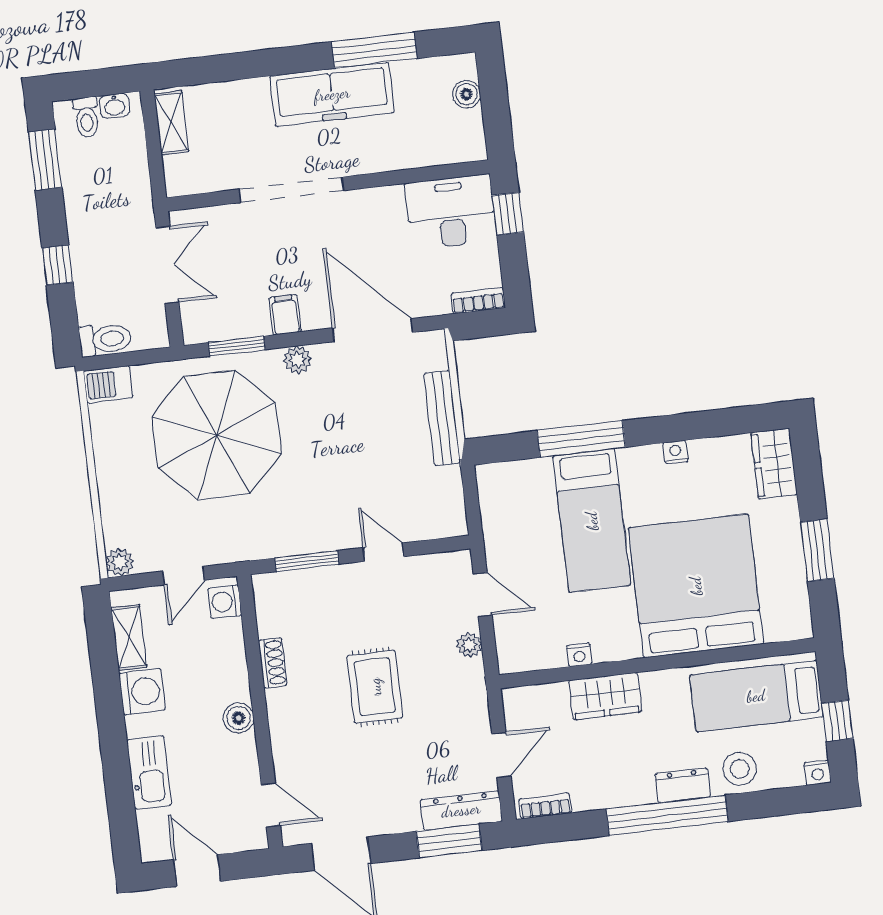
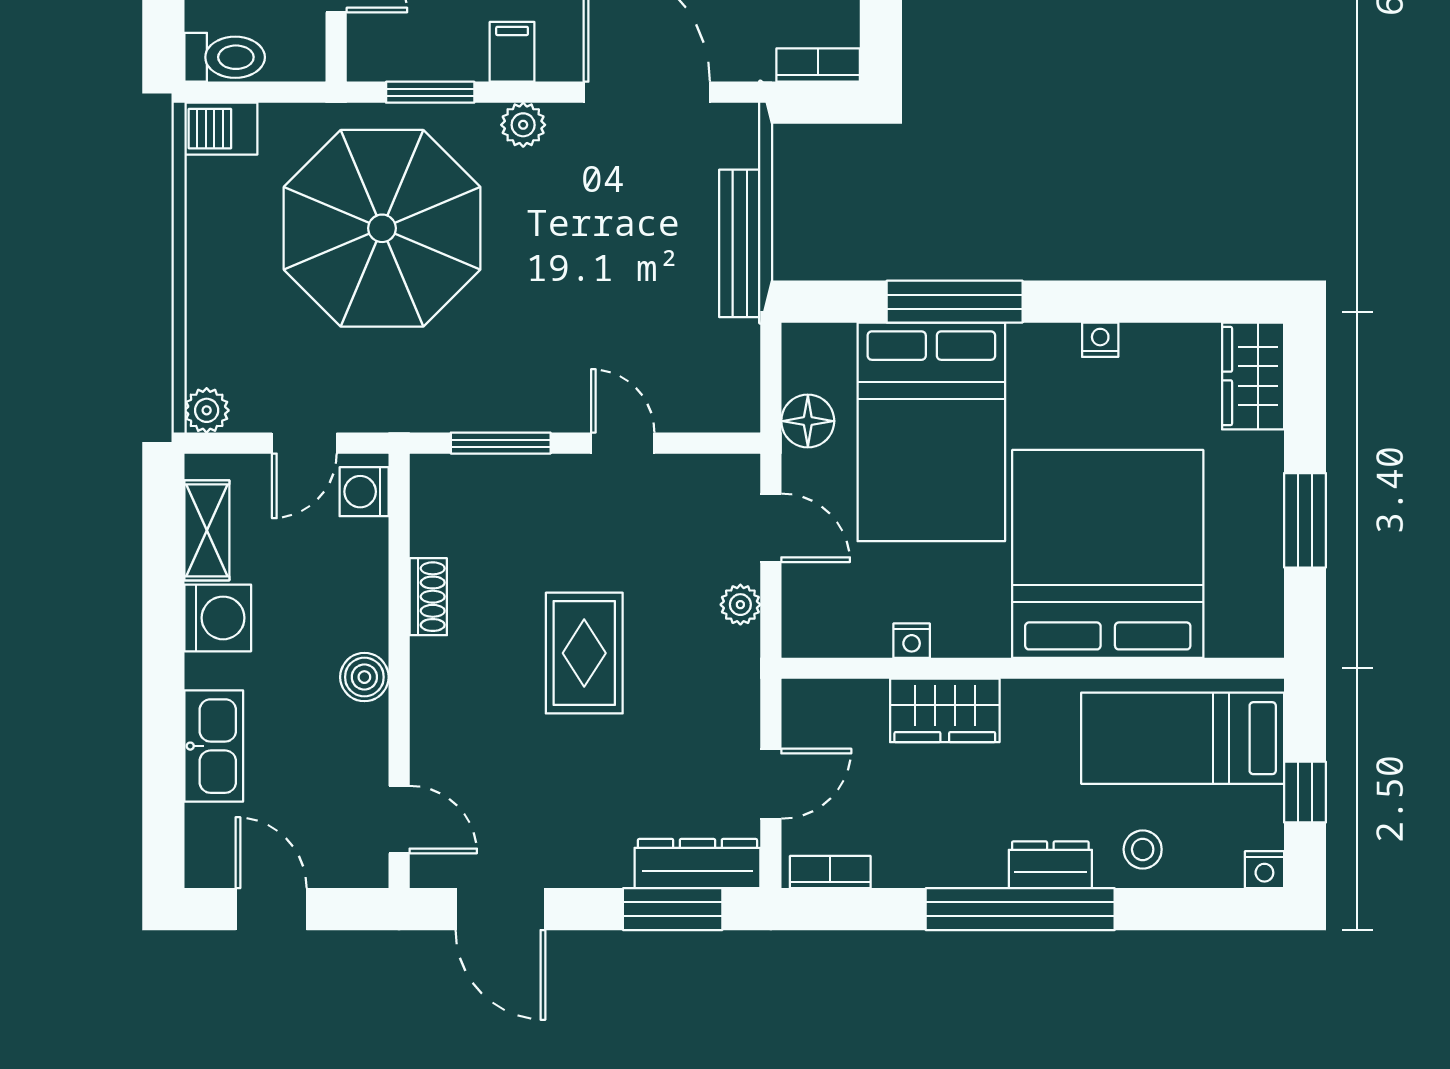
bed: (592, 521) -> (931, 432), width x1.50
floor lamp: (498, 525) -> (808, 421), added
stool: (740, 769) -> (1143, 849), width x0.73, depth x0.73

